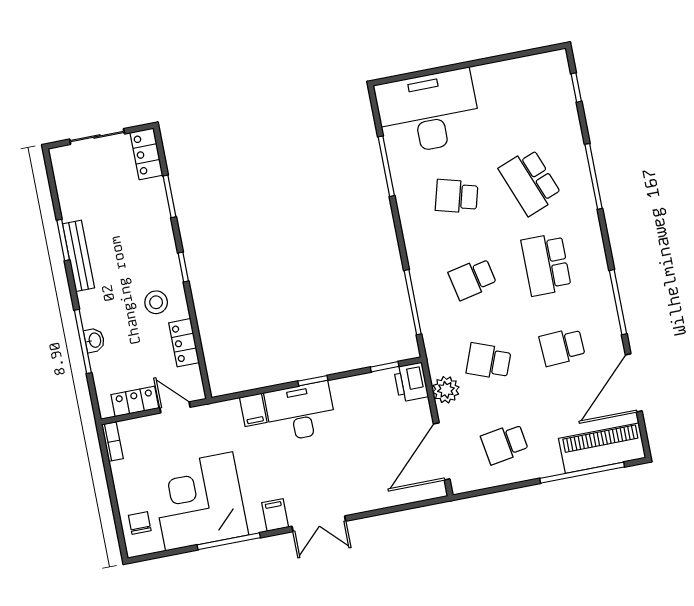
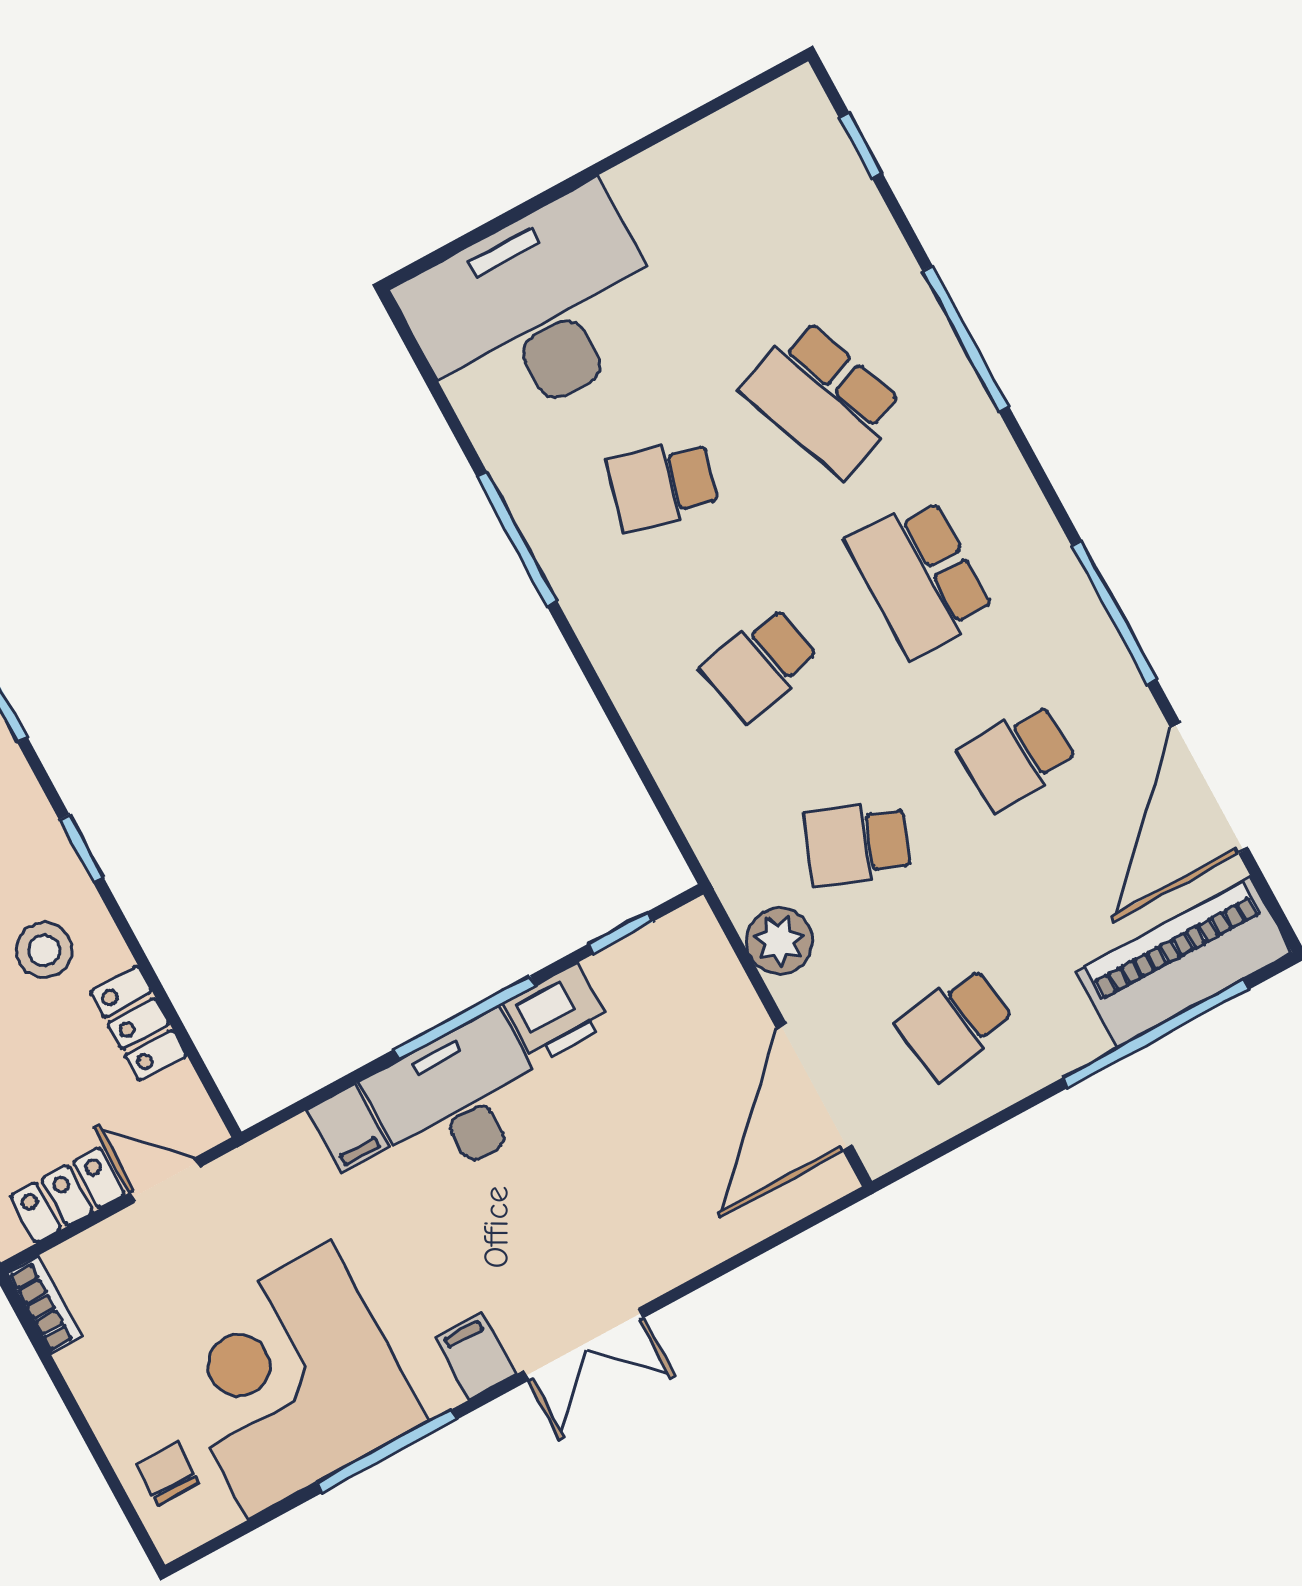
window: (386, 166) -> (517, 539), moved
window: (413, 302) -> (638, 763), removed
window: (313, 381) -> (465, 1017), width x2.17
printer: (411, 382) -> (557, 1014), moved, turned -90

